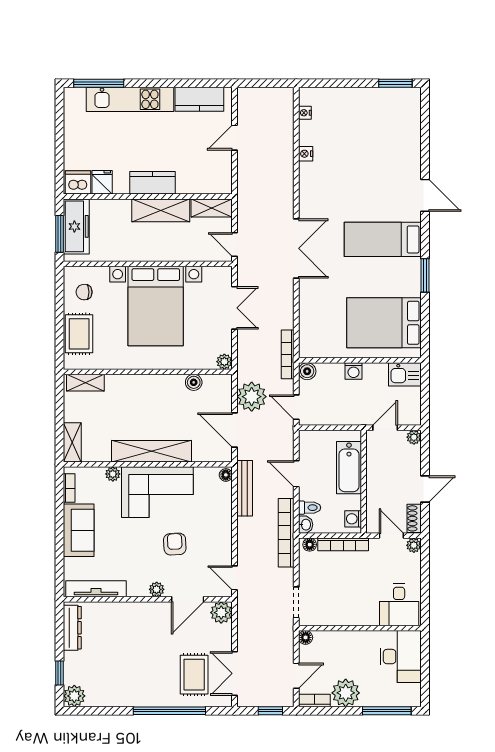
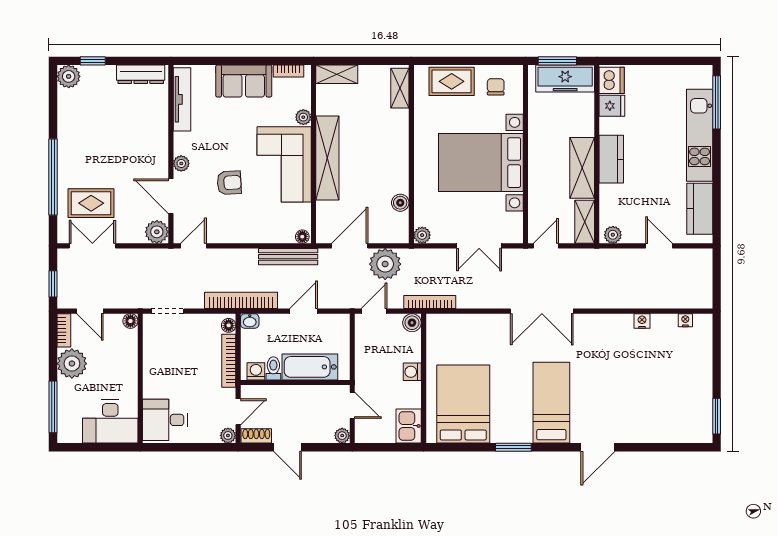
plant: (224, 181) -> (613, 235), added
toilet: (310, 508) -> (273, 368), moved, turned 180

